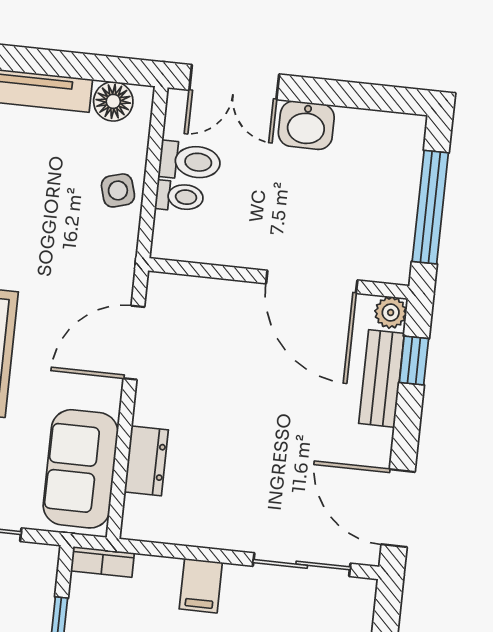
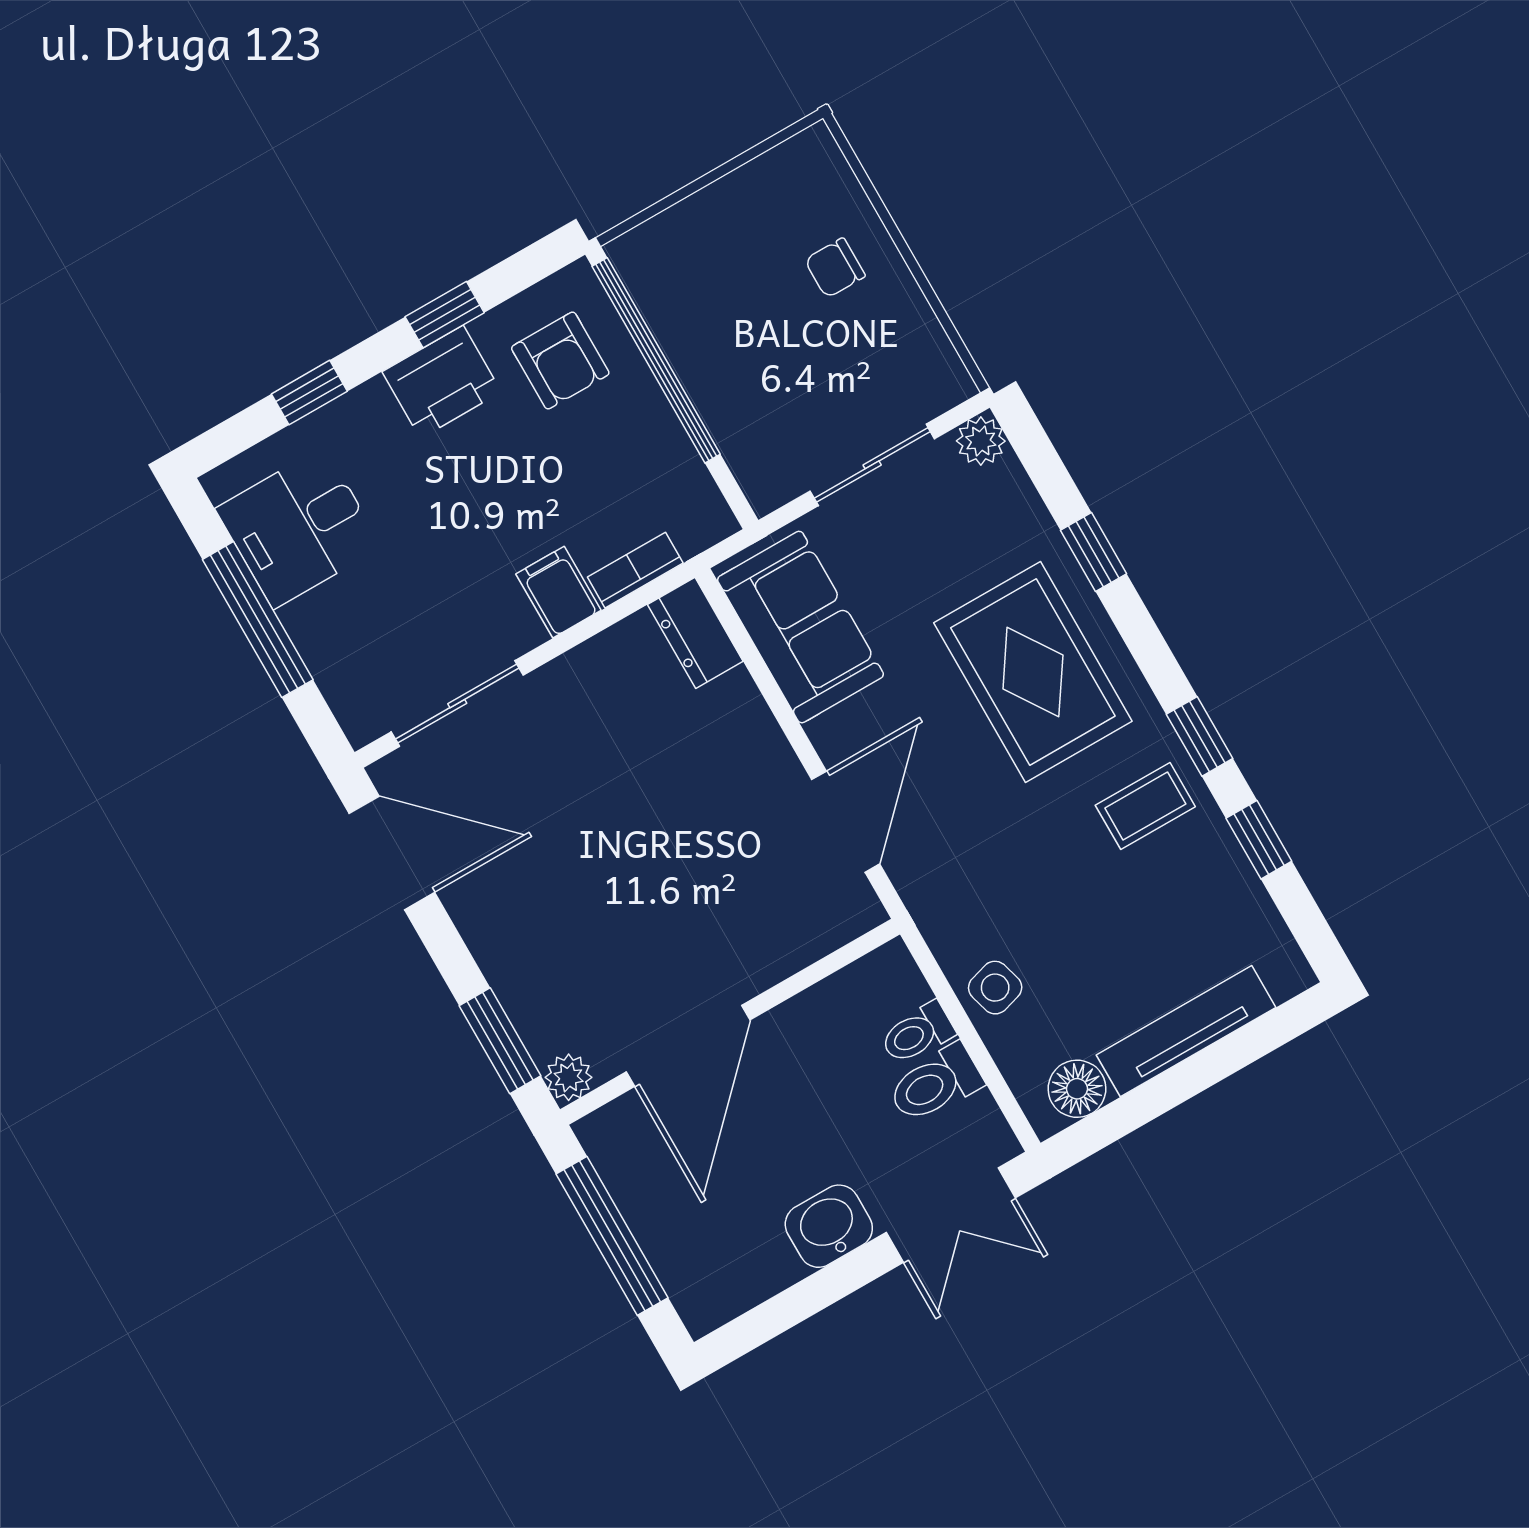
double door: (234, 82) -> (951, 1215), swing flipped
door: (312, 282) -> (688, 1046), swing flipped
window: (414, 360) -> (500, 1041), width x1.50
bench: (382, 378) -> (523, 992), removed
dresser: (146, 461) -> (695, 633), moved
bookcase: (102, 562) -> (635, 570), moved

